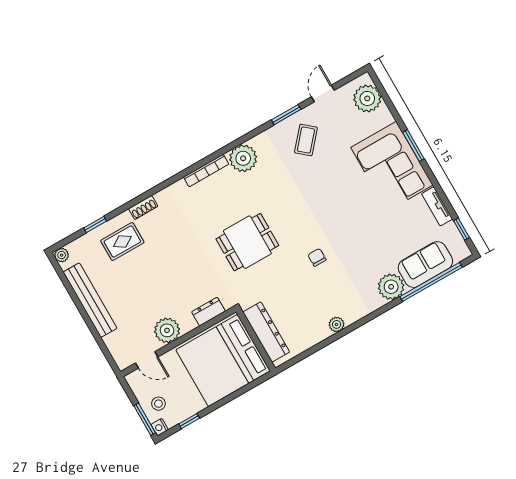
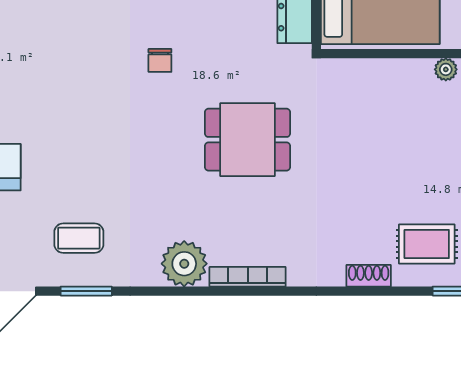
coffee table: (306, 140) -> (79, 238), turned 49
dresser: (208, 312) -> (361, 72), removed
plant: (167, 330) -> (446, 69), width x0.53, depth x0.53

